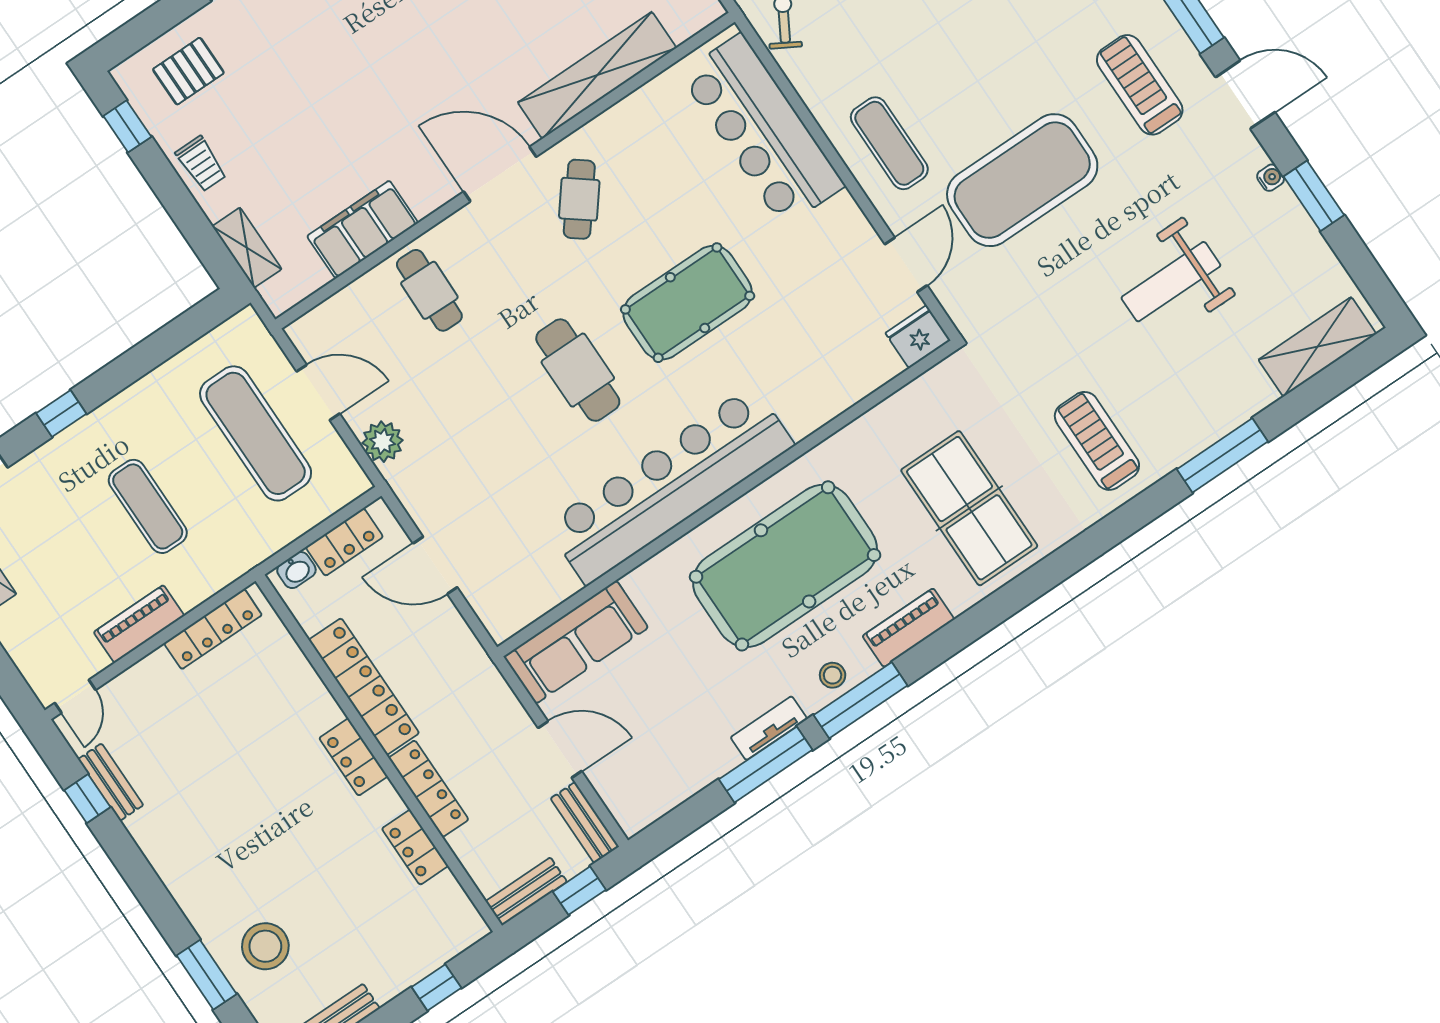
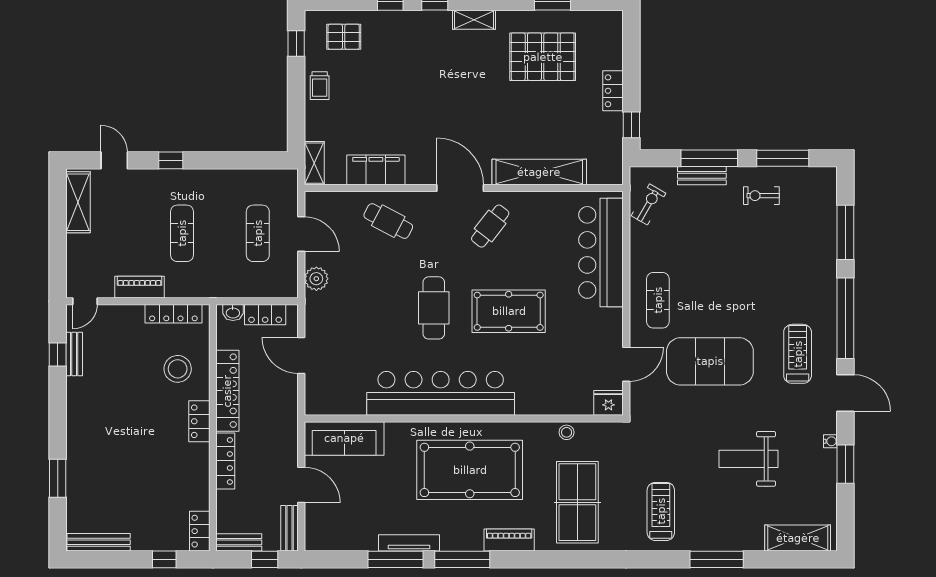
shelving: (247, 248) -> (314, 163), moved
cafe table: (429, 290) -> (388, 221), turned -63
exercise mat: (256, 433) -> (258, 233), width x0.73, depth x0.69
stool: (833, 675) -> (567, 432), moved
tv unit: (769, 728) -> (409, 543), width x1.41
locker: (415, 847) -> (200, 531), moved
stool: (265, 946) -> (178, 369), moved

